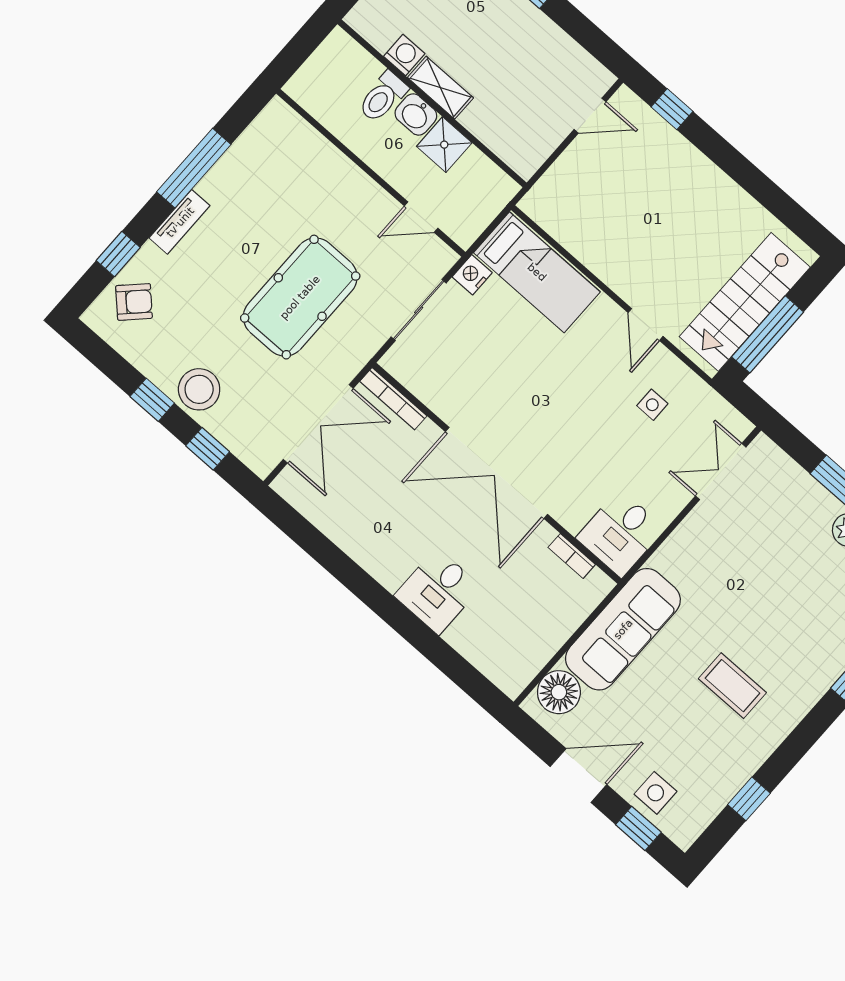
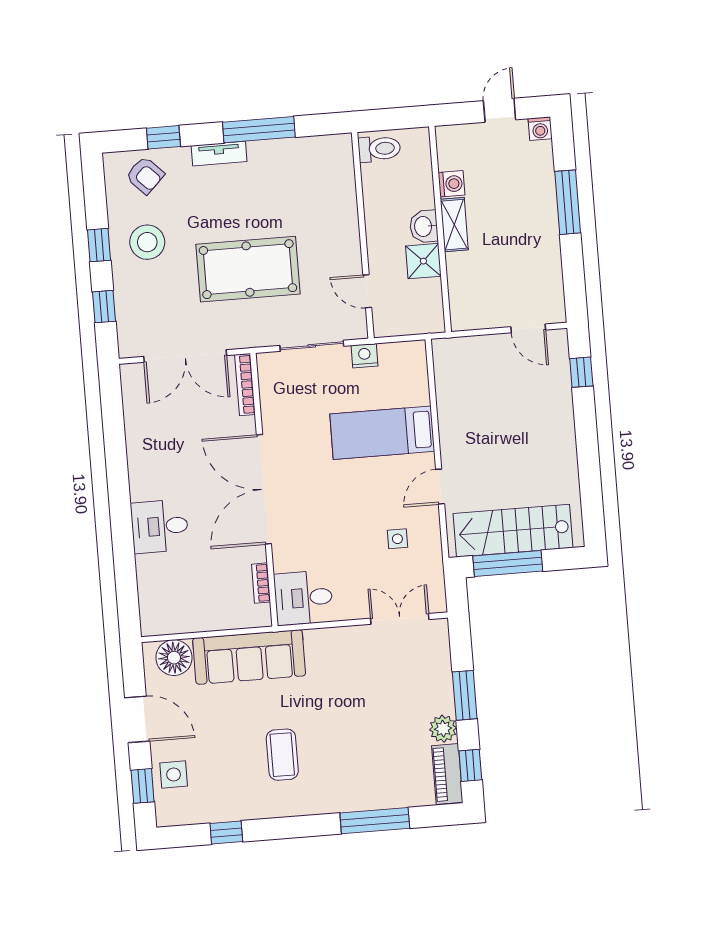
toilet: (383, 97) -> (379, 149), moved, turned 180
bed: (537, 272) -> (382, 433), moved, turned 90
stool: (199, 389) -> (147, 242), moved

